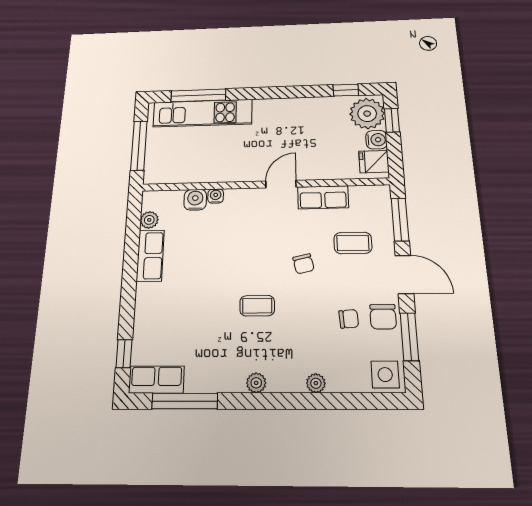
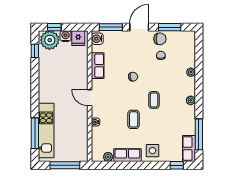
door: (281, 184) -> (90, 98), moved
water cooler: (195, 200) -> (97, 39), moved
coffee table: (353, 243) -> (134, 119), moved
side table: (385, 375) -> (153, 151), moved

